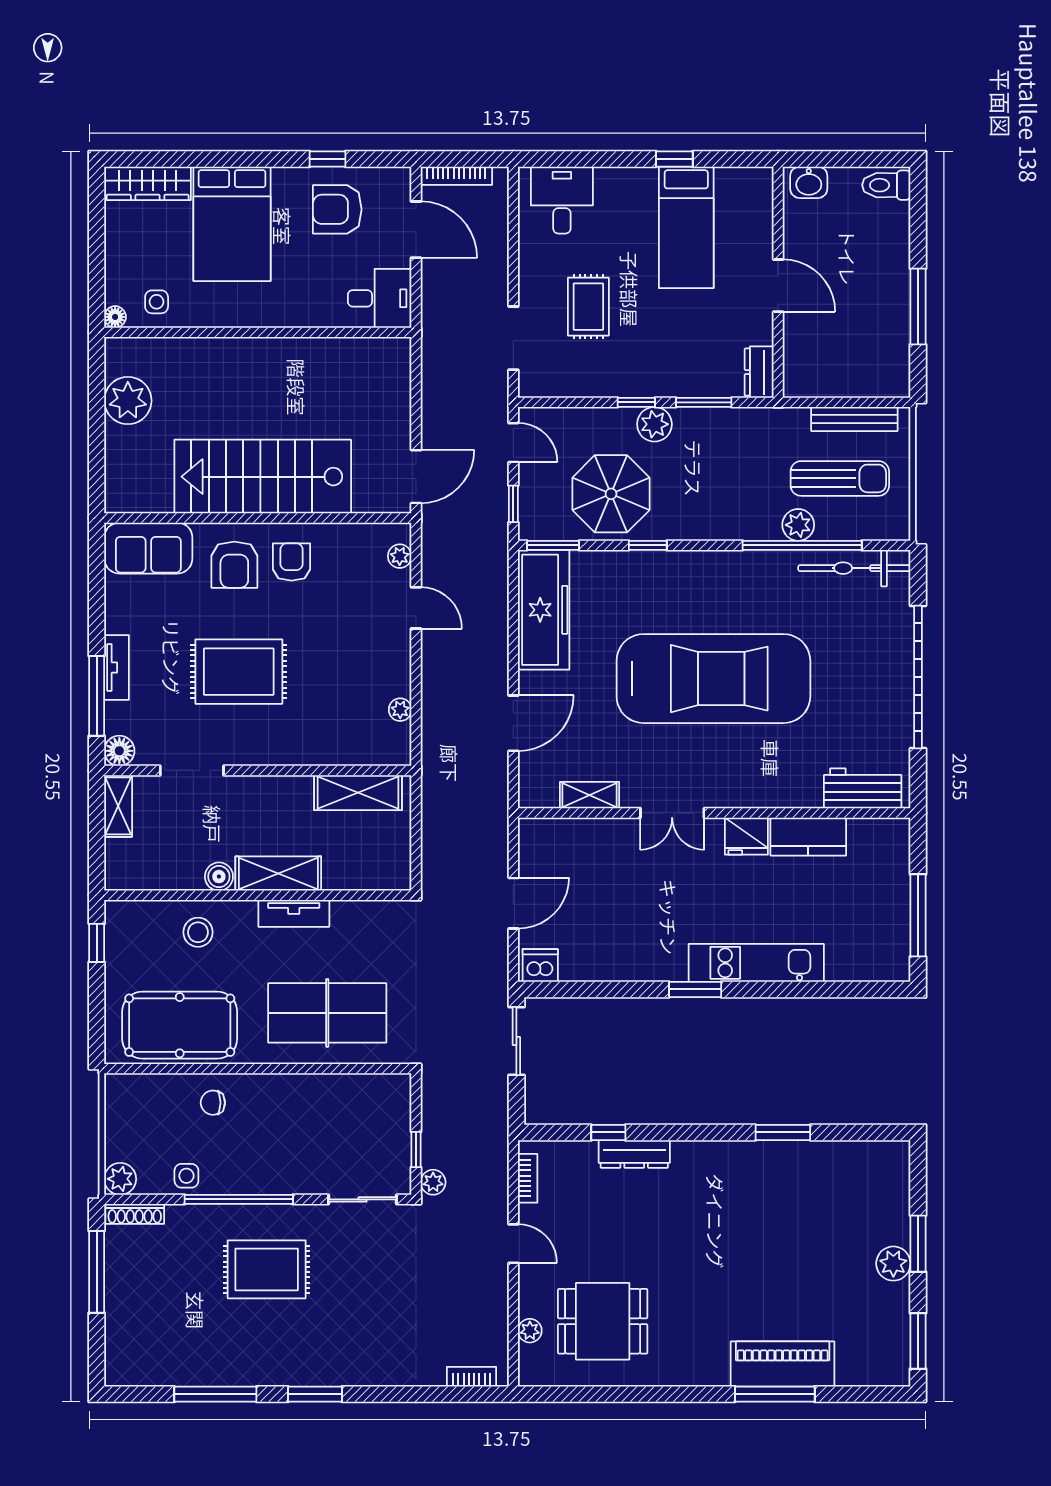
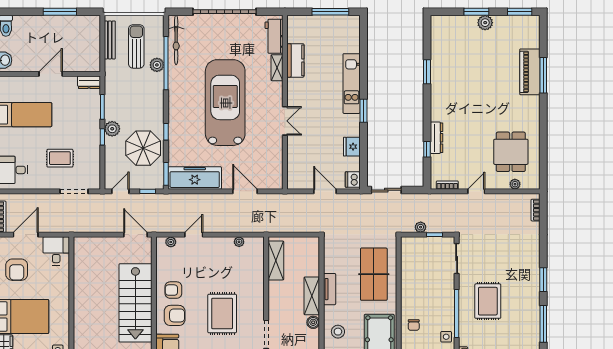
shelving: (589, 795) -> (277, 68), moved
fridge: (746, 836) -> (352, 147), moved, turned 180
plant: (433, 1182) -> (421, 227), moved

